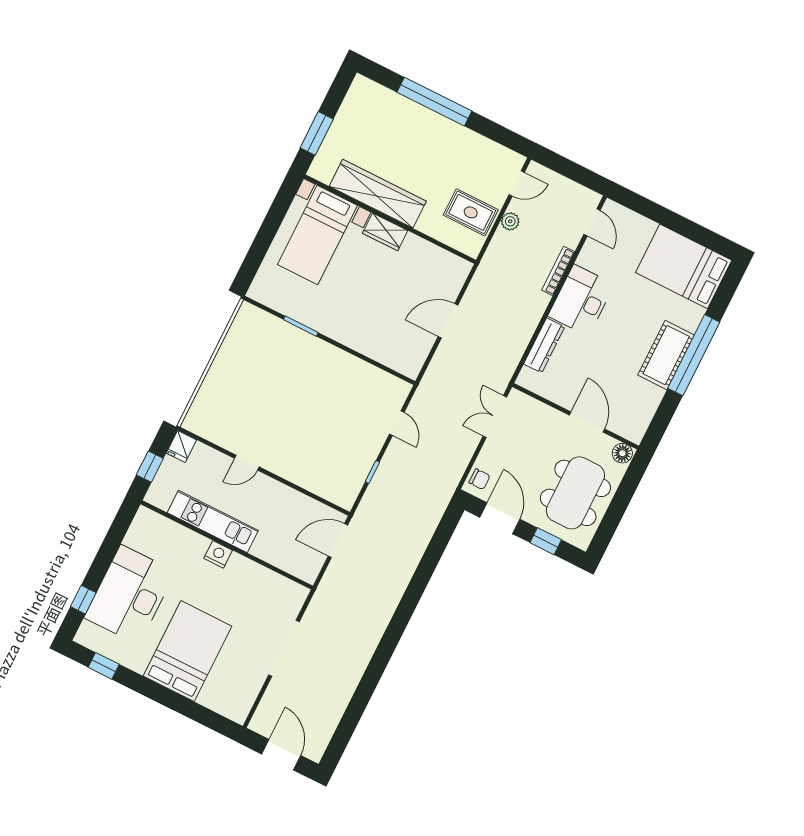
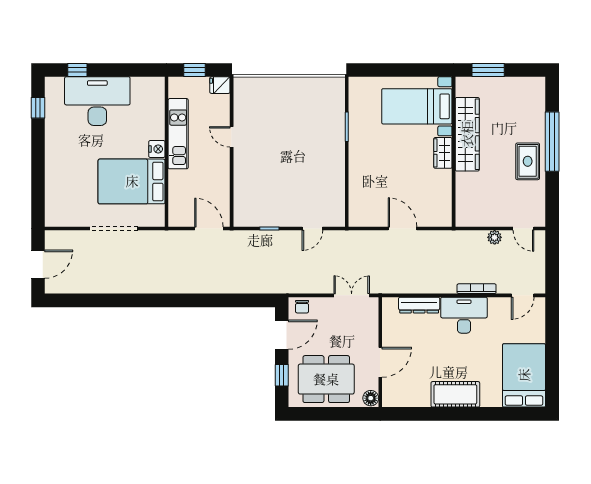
rug: (471, 212) -> (528, 161), moved
window: (694, 355) -> (465, 414), removed
bed: (188, 651) -> (132, 181), moved, turned 180

